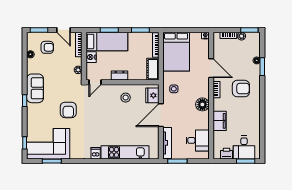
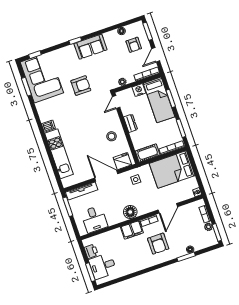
door: (95, 82) -> (116, 102), hinge flipped
armchair: (68, 110) -> (81, 86), turned 180
filing cabinet: (220, 121) -> (132, 230), moved

